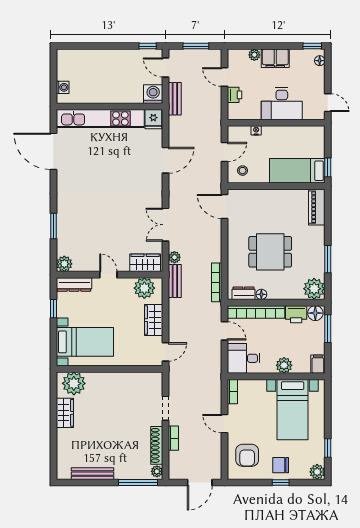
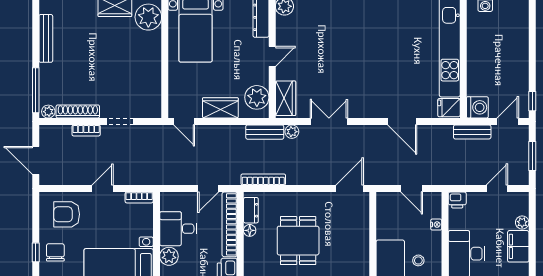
printer: (235, 95) -> (457, 200), moved
stool: (243, 171) -> (418, 260), moved
desk: (244, 358) -> (178, 229), moved, turned -90

